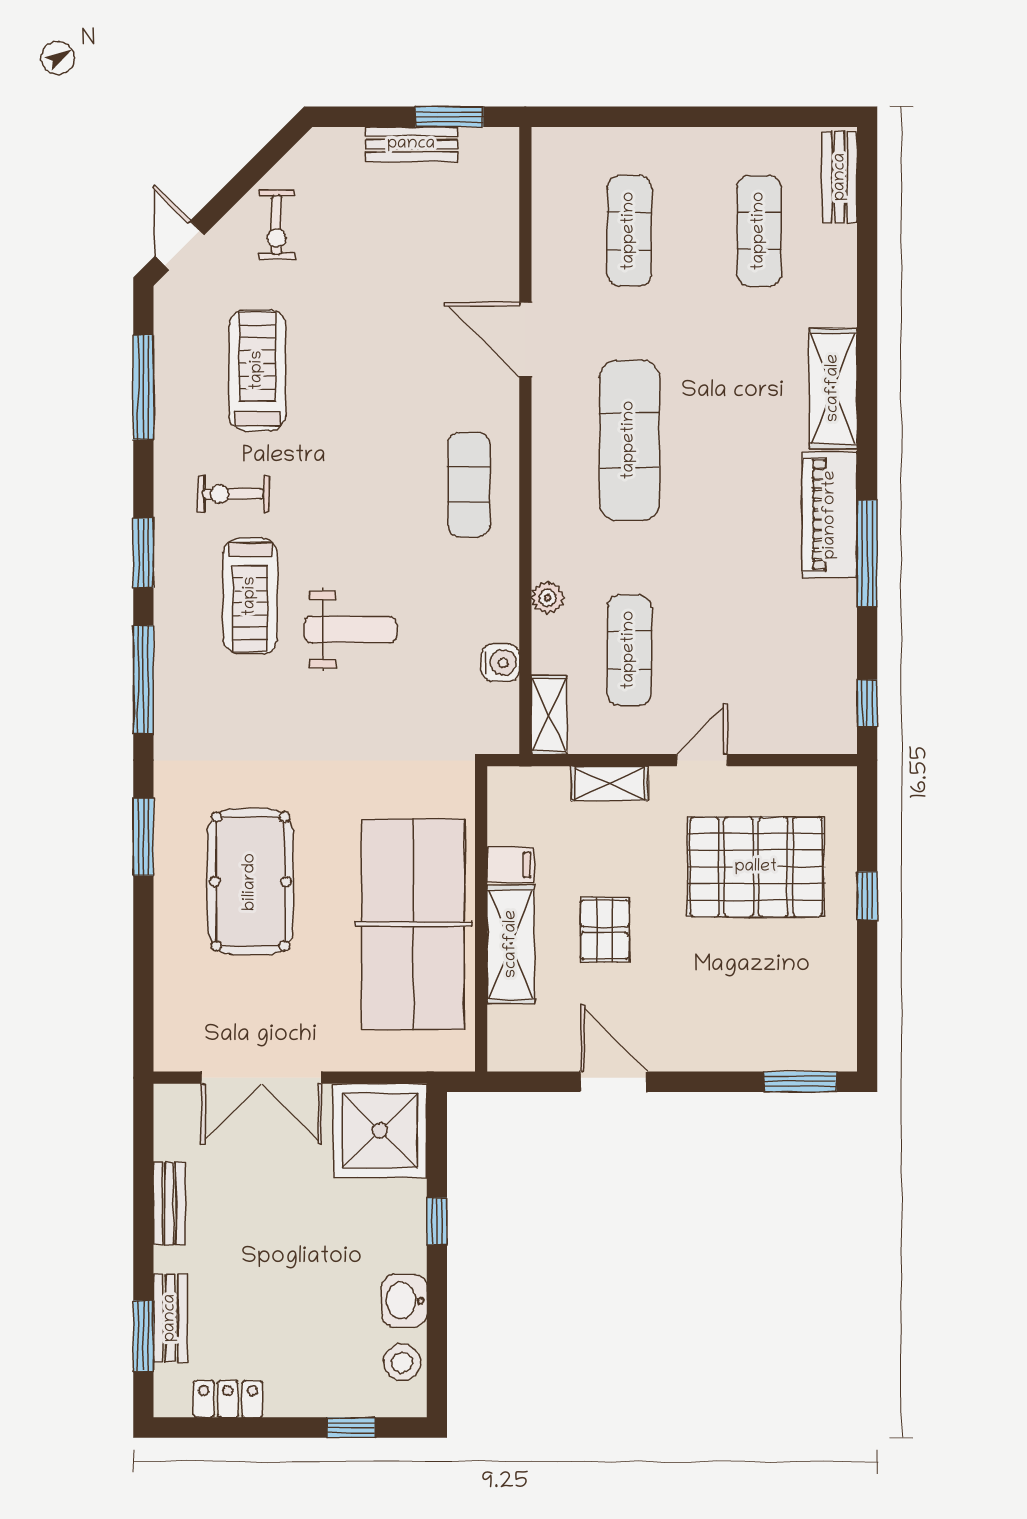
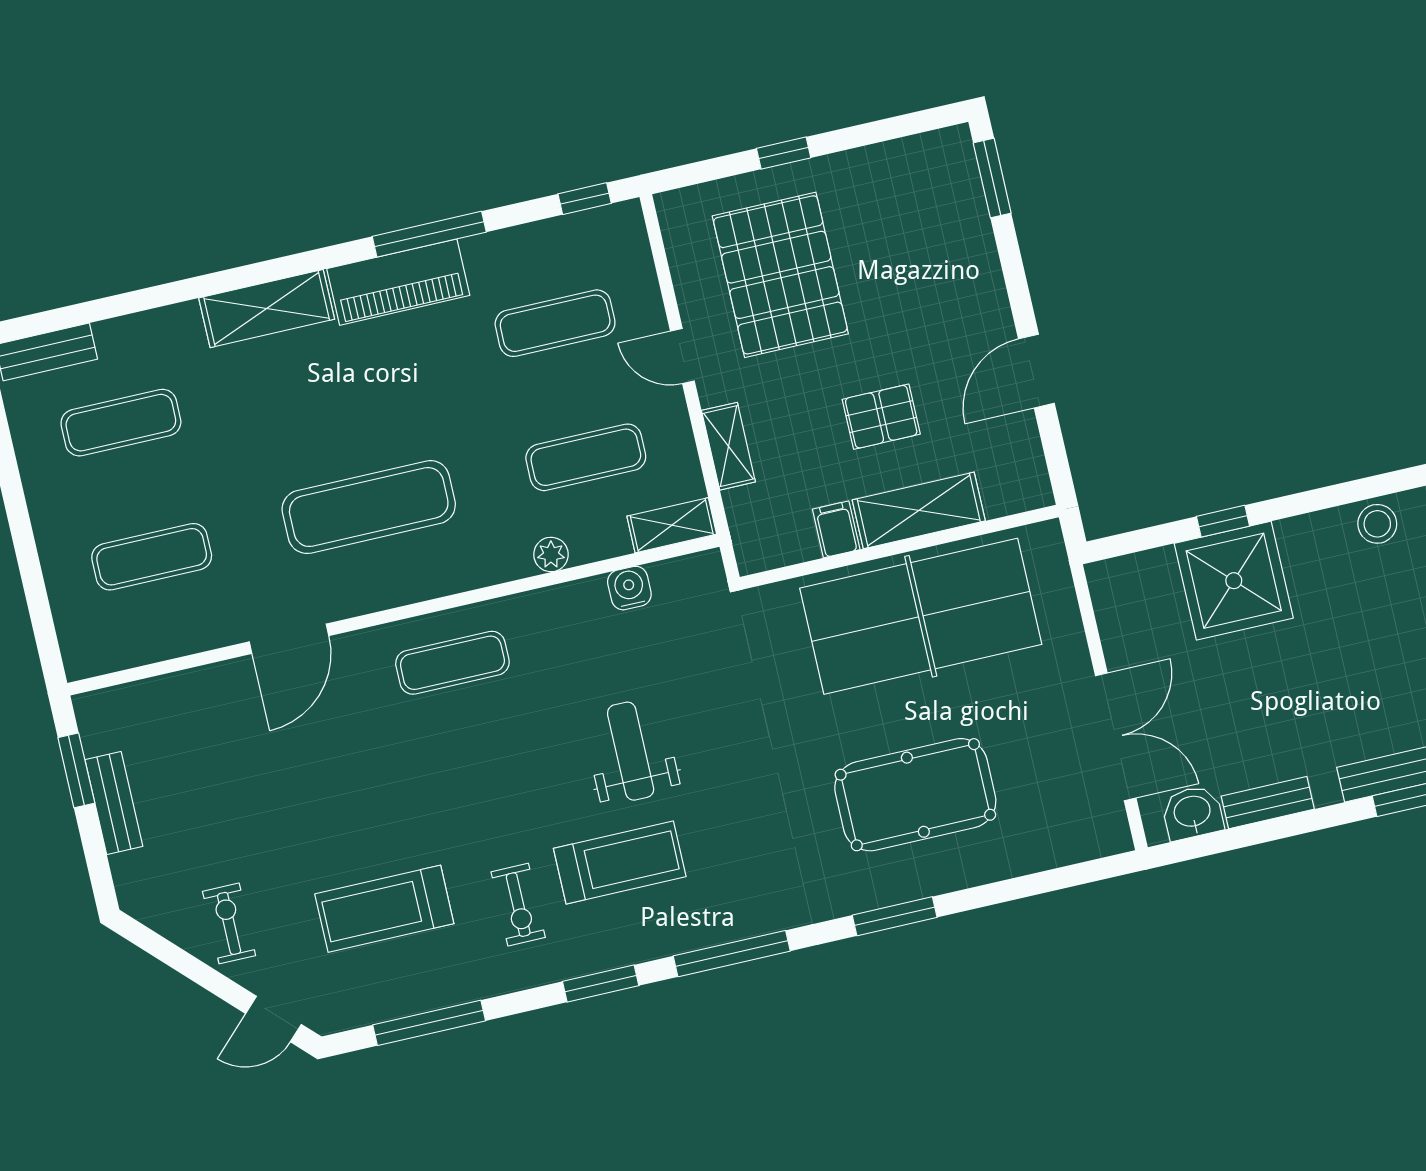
exercise bike: (277, 225) -> (229, 923), turned -90
exercise mat: (759, 650) -> (555, 323), added
shower: (380, 1131) -> (1234, 581), moved
washbasin: (404, 1301) -> (1192, 813), moved, turned 180

